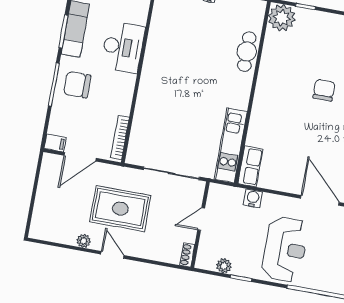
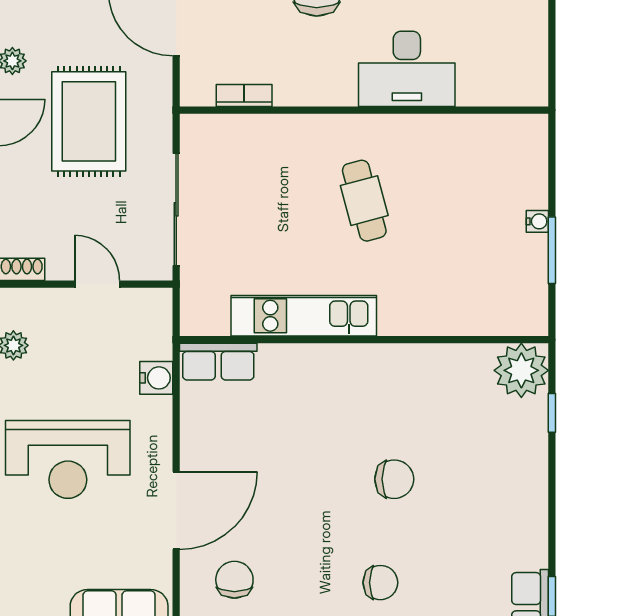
cafe table: (247, 52) -> (364, 201), moved, turned 75
bookcase: (120, 137) -> (244, 95), width x0.64
kitchen unit: (231, 145) -> (304, 316), moved

